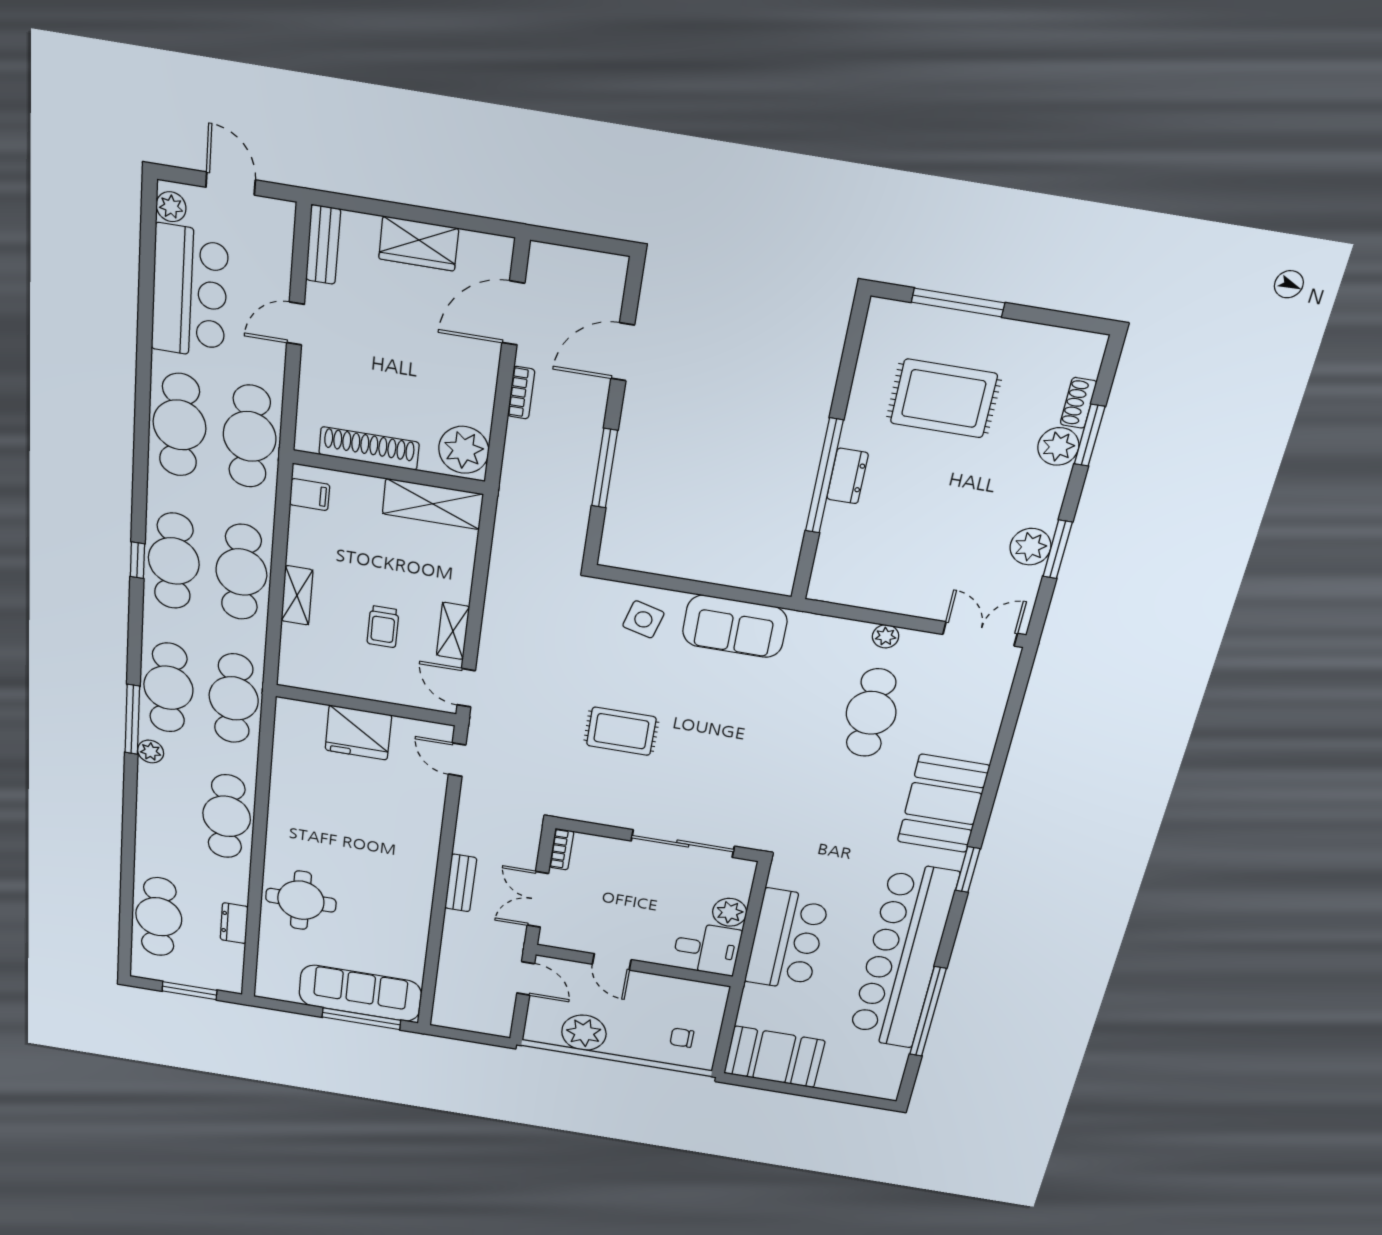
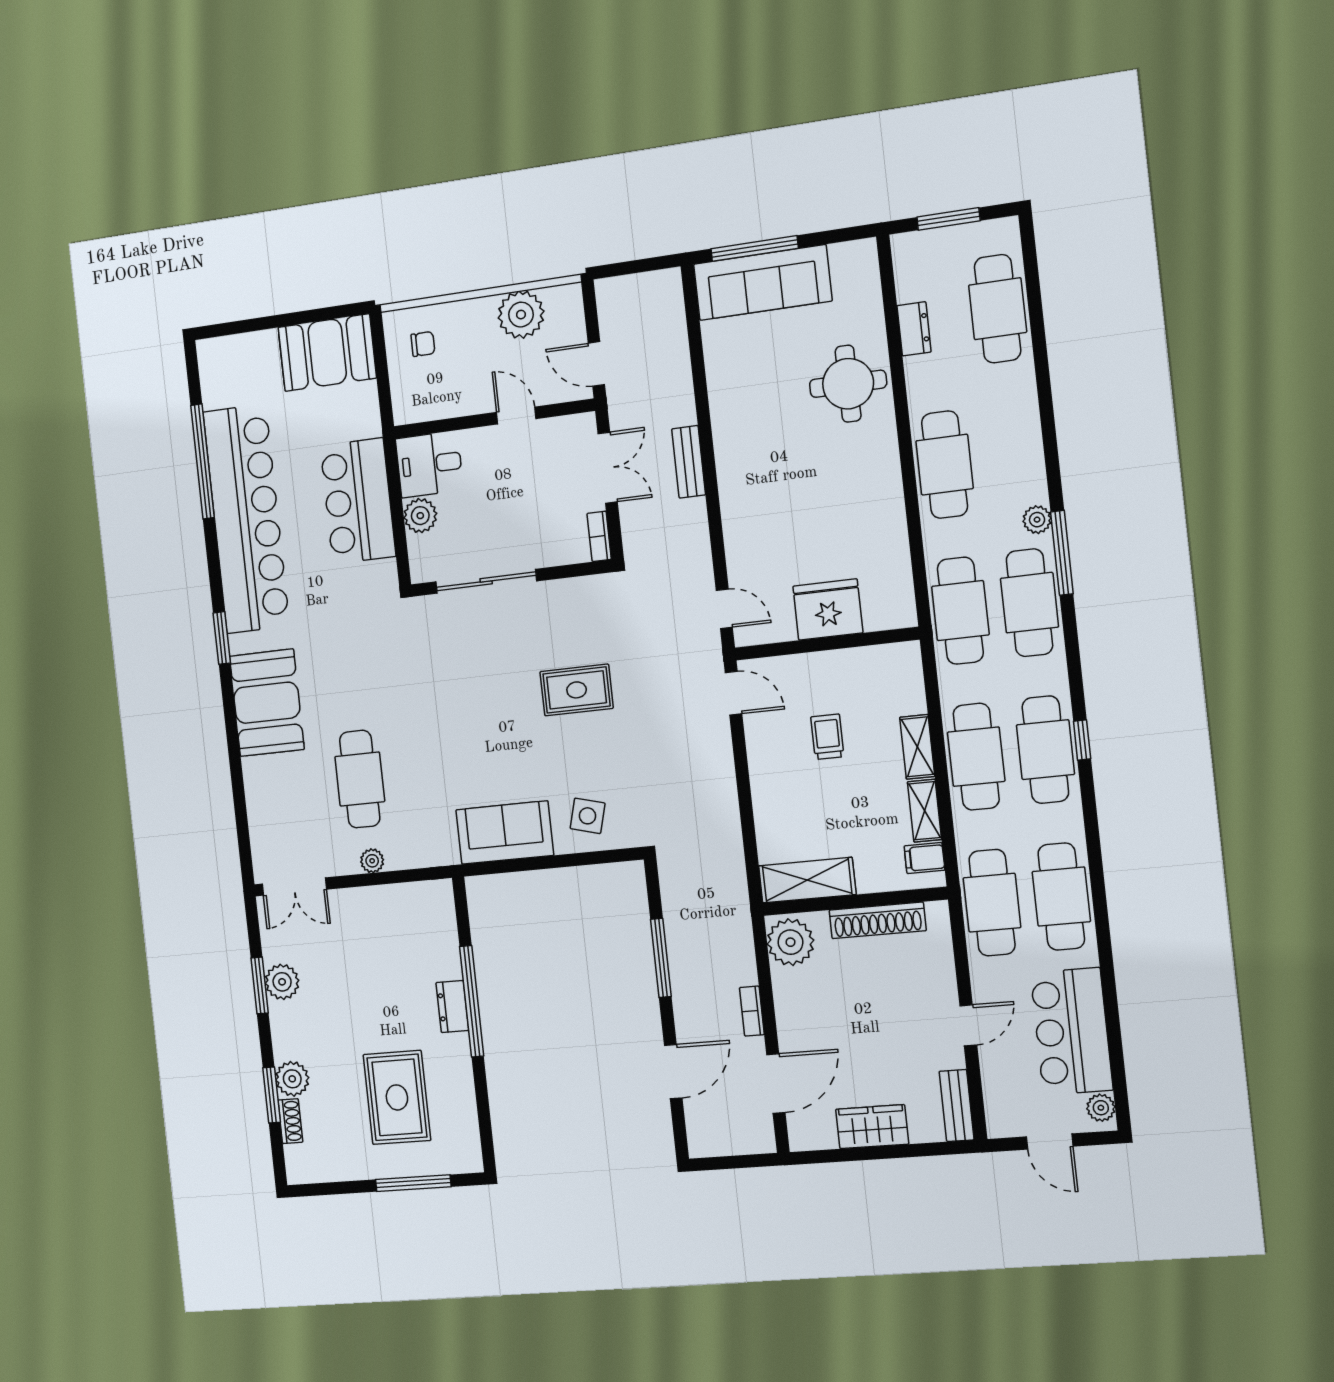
rug: (944, 399) -> (397, 1097), turned 90
shelving: (453, 631) -> (925, 811), moved

